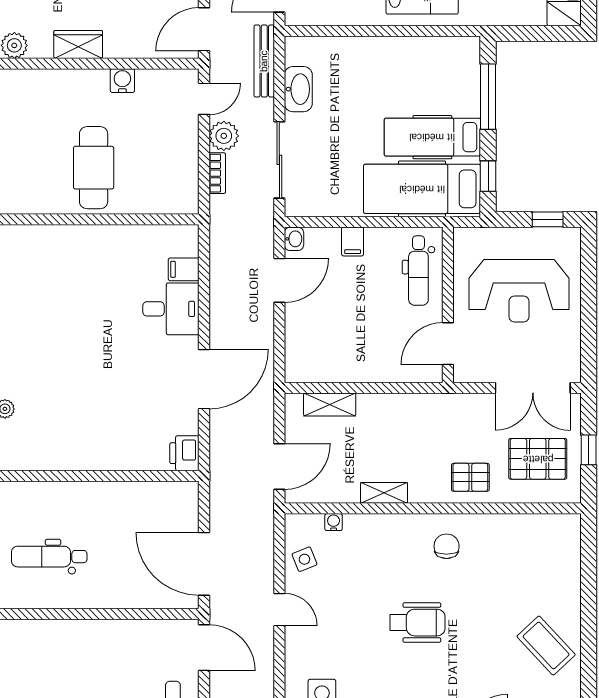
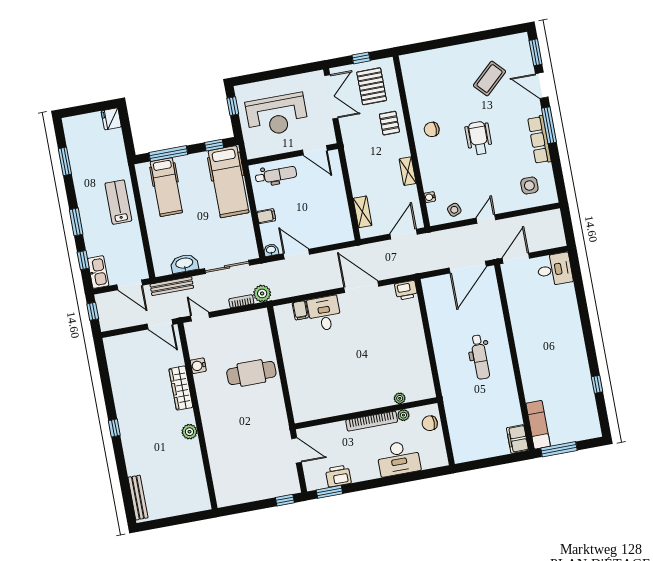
wardrobe: (78, 44) -> (181, 388), width x1.50
plant: (224, 136) -> (262, 293), moved
hospital bed: (432, 137) -> (166, 187), moved
reception desk: (519, 291) -> (277, 115), turned 90
door: (279, 467) -> (404, 234), hinge flipped
coffee table: (546, 645) -> (490, 78), moved

